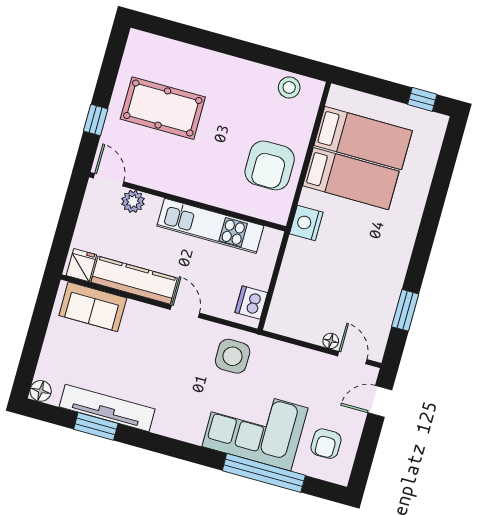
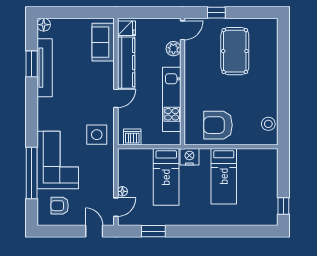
bed: (363, 138) -> (166, 177), moved

